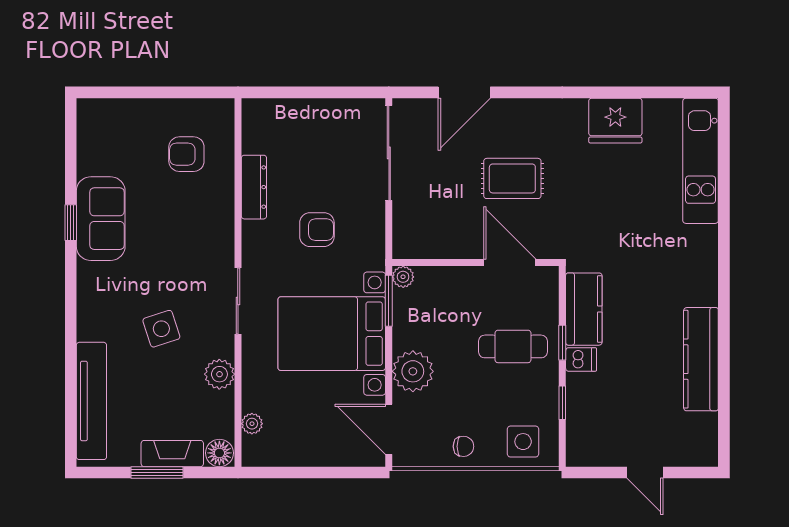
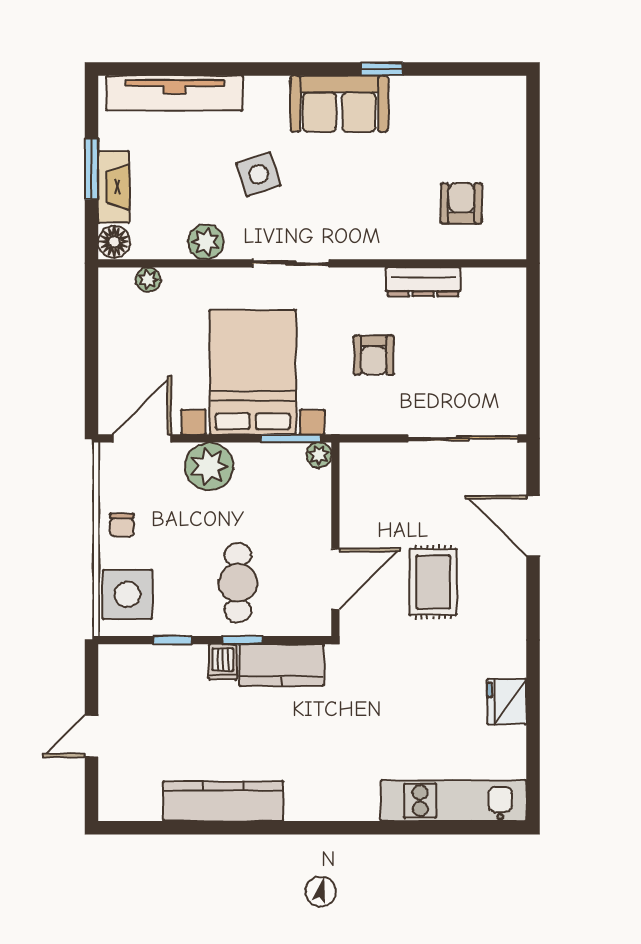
fridge: (615, 121) -> (507, 702), width x0.73, depth x0.75
sofa: (101, 219) -> (339, 104), moved
side table: (523, 442) -> (127, 594), width x1.37, depth x1.37

